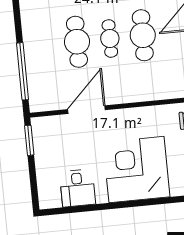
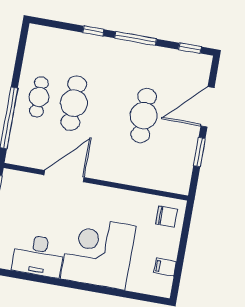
cafe table: (110, 38) -> (39, 97), moved
desk: (77, 188) -> (38, 256), width x1.37

